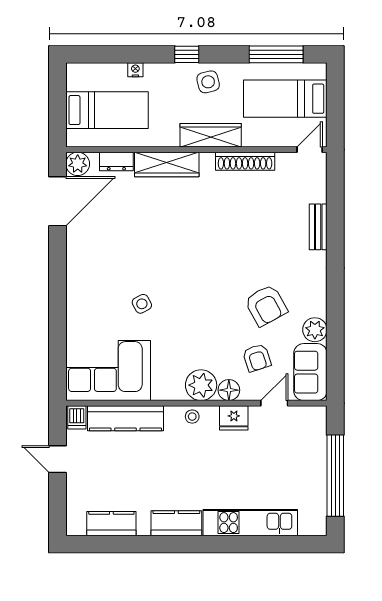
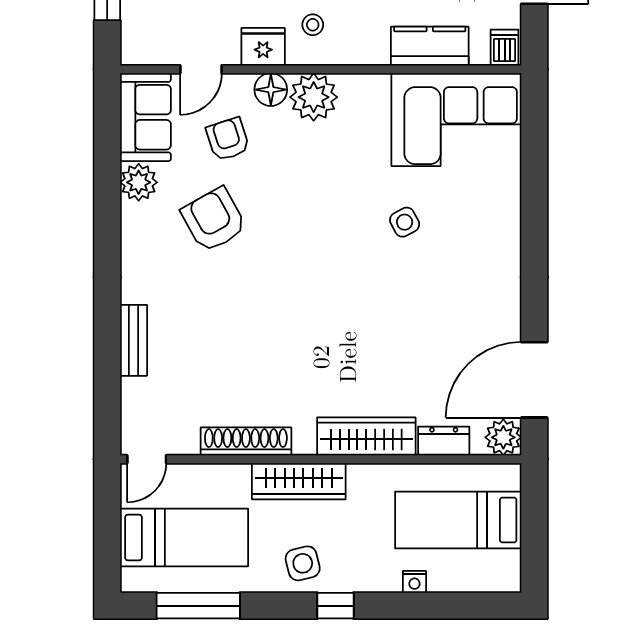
stool: (192, 417) -> (313, 25), moved
kitchen counter: (125, 418) -> (430, 46), width x0.67

